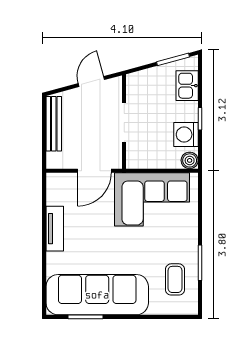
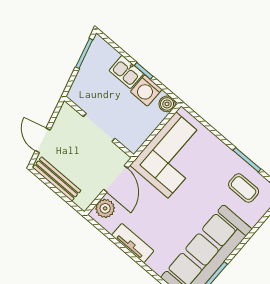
door: (91, 82) -> (43, 140), moved
kitchen sink: (187, 86) -> (126, 72), moved
plant: (64, 183) -> (105, 208), added

